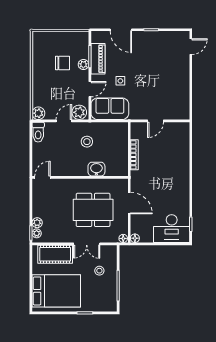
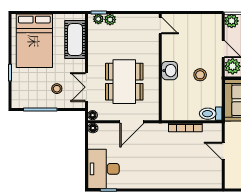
toilet: (38, 132) -> (211, 114), moved
washbasin: (96, 169) -> (170, 71), moved
double door: (87, 244) -> (87, 87), moved

